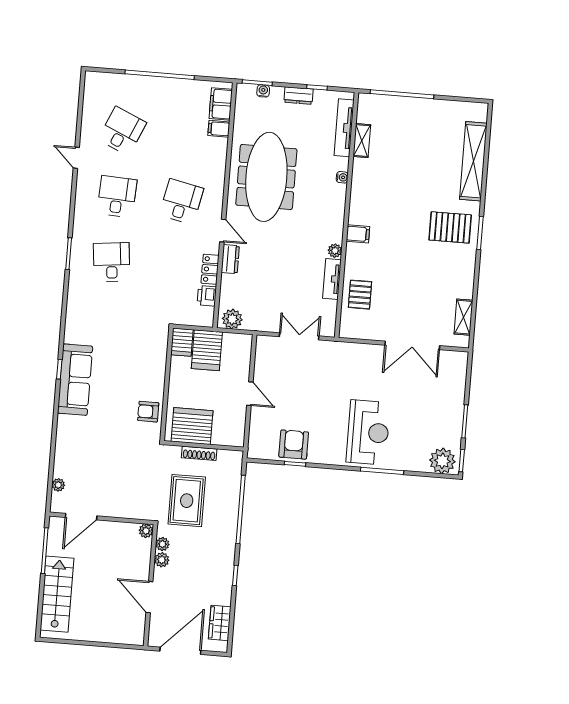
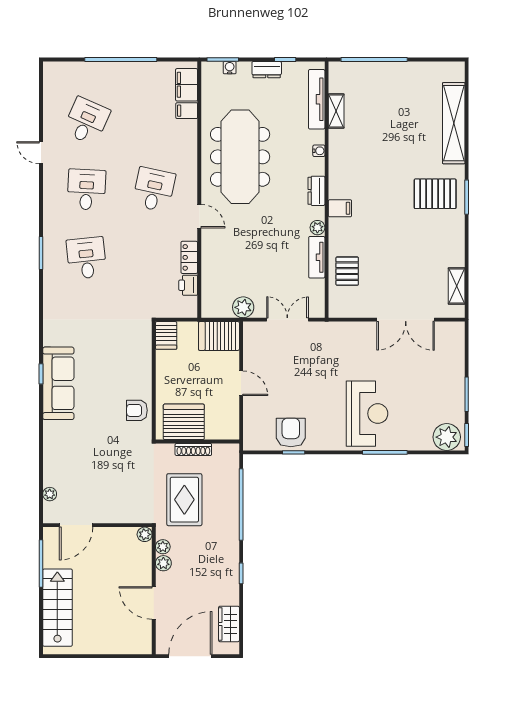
dresser: (230, 259) -> (316, 191), moved, turned 180
plant: (232, 319) -> (243, 307), moved
server rack: (207, 350) -> (219, 336), moved, turned 90

